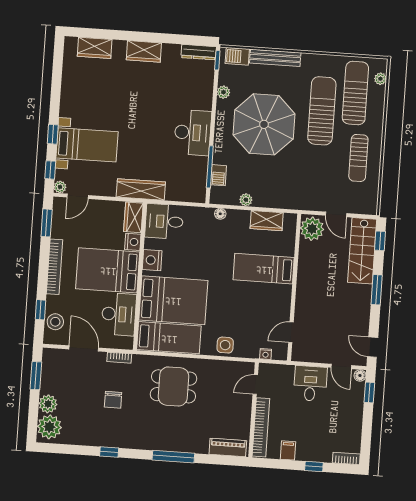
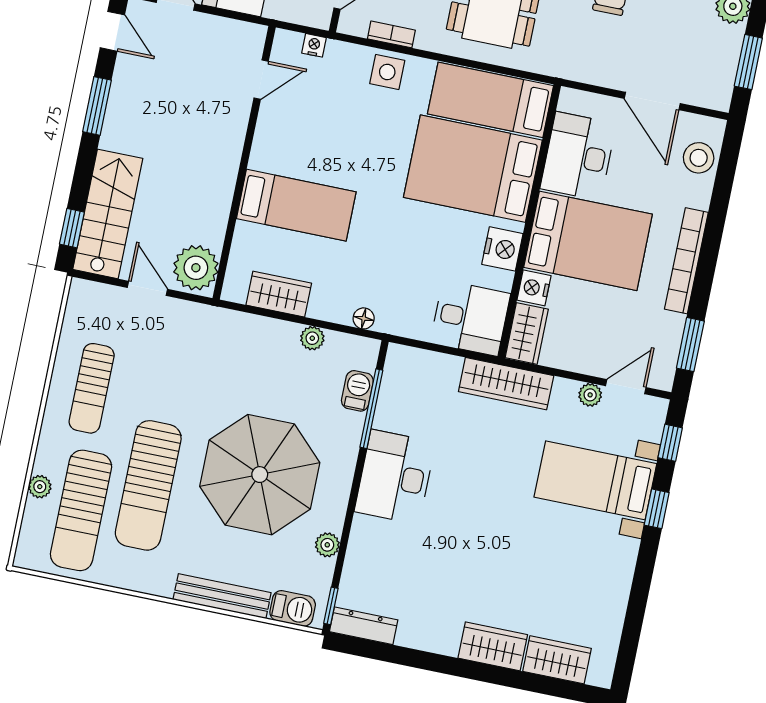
wardrobe: (144, 51) -> (493, 646), moved
plant: (380, 79) -> (40, 487), moved
sun lounger: (358, 158) -> (92, 388), turned 180
plant: (60, 187) -> (590, 395), moved
window: (377, 290) -> (97, 106), moved
window: (40, 310) -> (723, 184), removed
bookcase: (119, 358) -> (391, 34), moved

